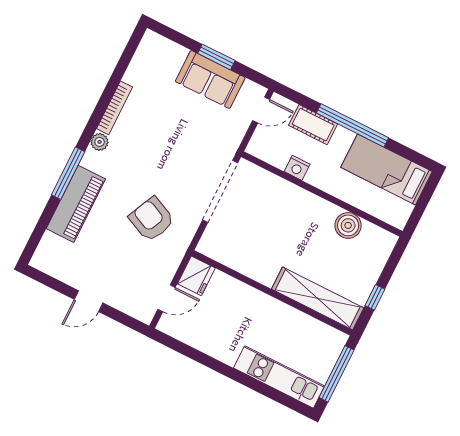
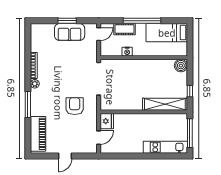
piano: (76, 204) -> (38, 134), moved
armchair: (152, 219) -> (75, 106), turned 65
boiler: (348, 225) -> (181, 66), moved

